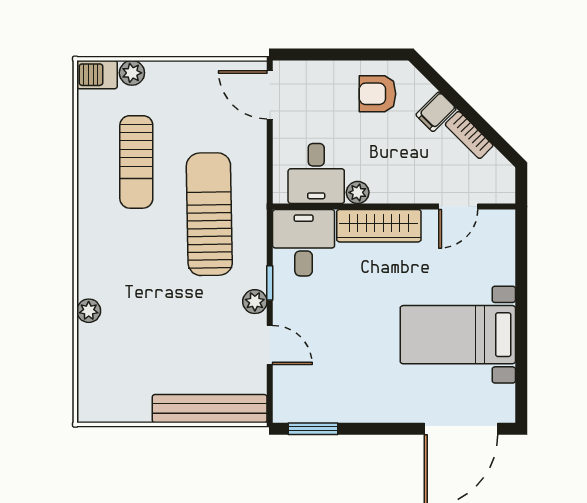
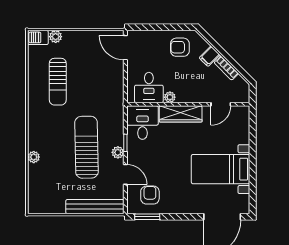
sun lounger: (209, 214) -> (87, 147), moved
armchair: (318, 386) -> (150, 195), added

